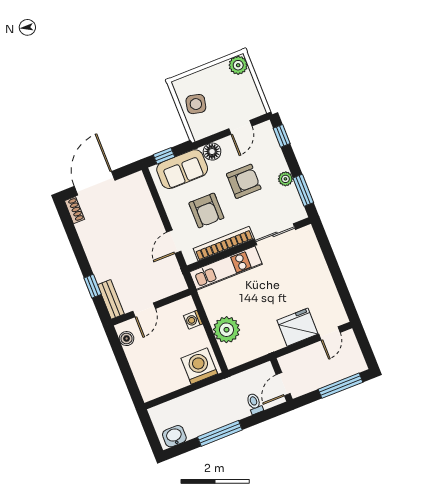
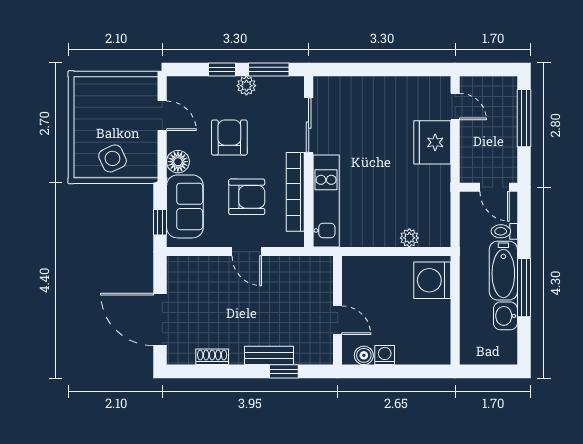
plant: (238, 65) -> (86, 88), removed
side table: (196, 104) -> (112, 158), turned -38
window: (282, 136) -> (222, 70), moved
shoe rack: (74, 210) -> (212, 357), moved
door: (174, 242) -> (247, 252), moved
bench: (111, 299) -> (269, 355), moved
washing machine: (193, 320) -> (385, 355), moved, turned 180
plant: (226, 330) -> (409, 238), width x0.53, depth x0.53
bathtub: (226, 414) -> (503, 271), added
washbasin: (174, 436) -> (505, 316), moved

